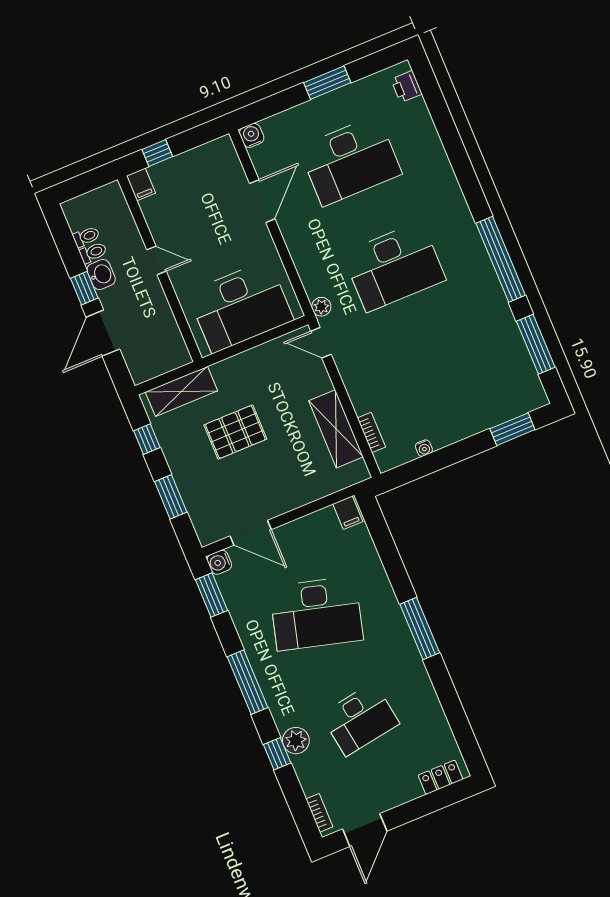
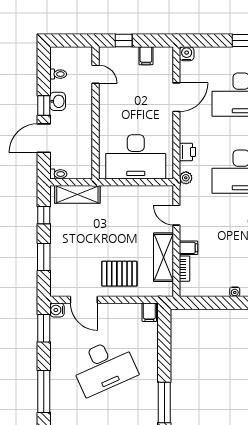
filing cabinet: (141, 184) -> (146, 56), moved
toilet: (93, 252) -> (58, 174), moved
door: (156, 260) -> (96, 74), moved
printer: (309, 270) -> (187, 152), added
door: (321, 343) -> (176, 215), moved
filing cabinet: (365, 402) -> (189, 248), added
pallet: (235, 432) -> (119, 274), moved
water cooler: (424, 448) -> (235, 292), moved
desk: (316, 614) -> (104, 367), turned -39

